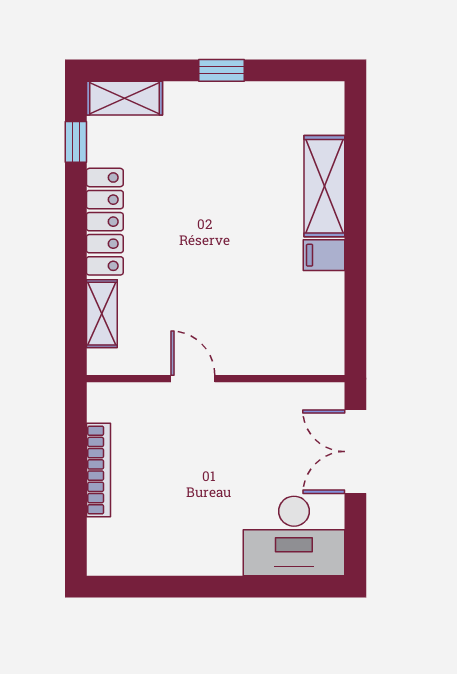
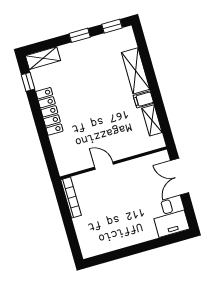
window: (300, 70) -> (112, 26), added
shelving: (102, 314) -> (152, 120), moved
bookcase: (99, 470) -> (71, 197), moved
desk: (294, 536) -> (170, 217), width x0.73

